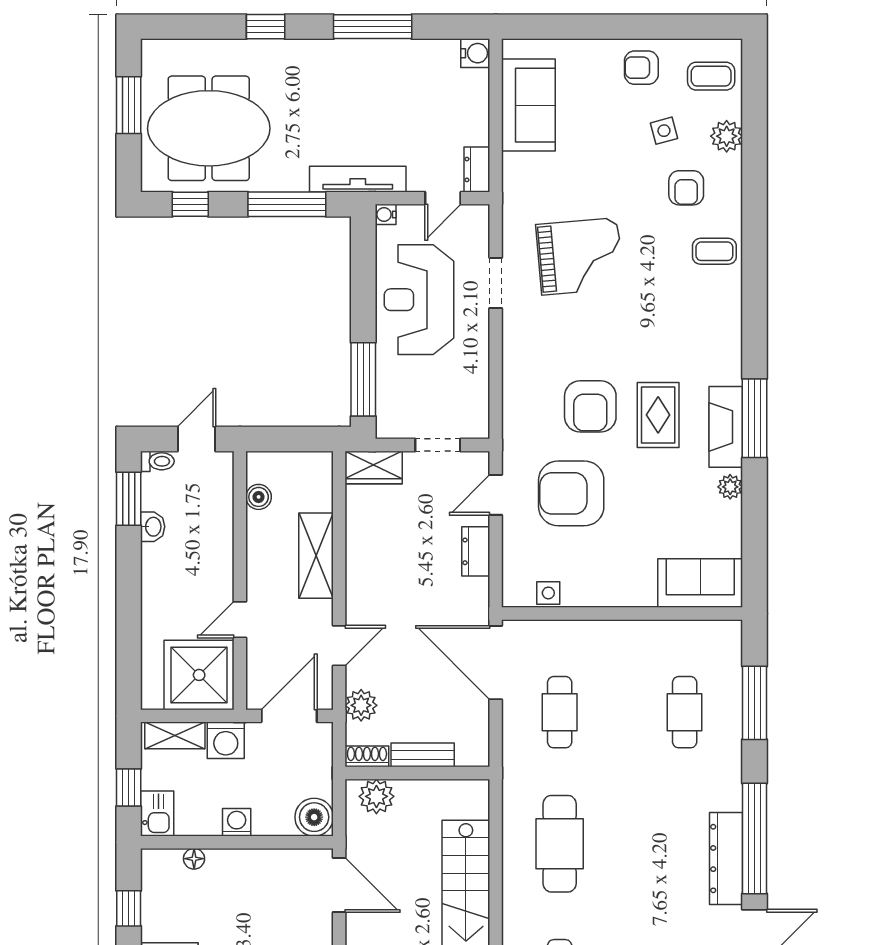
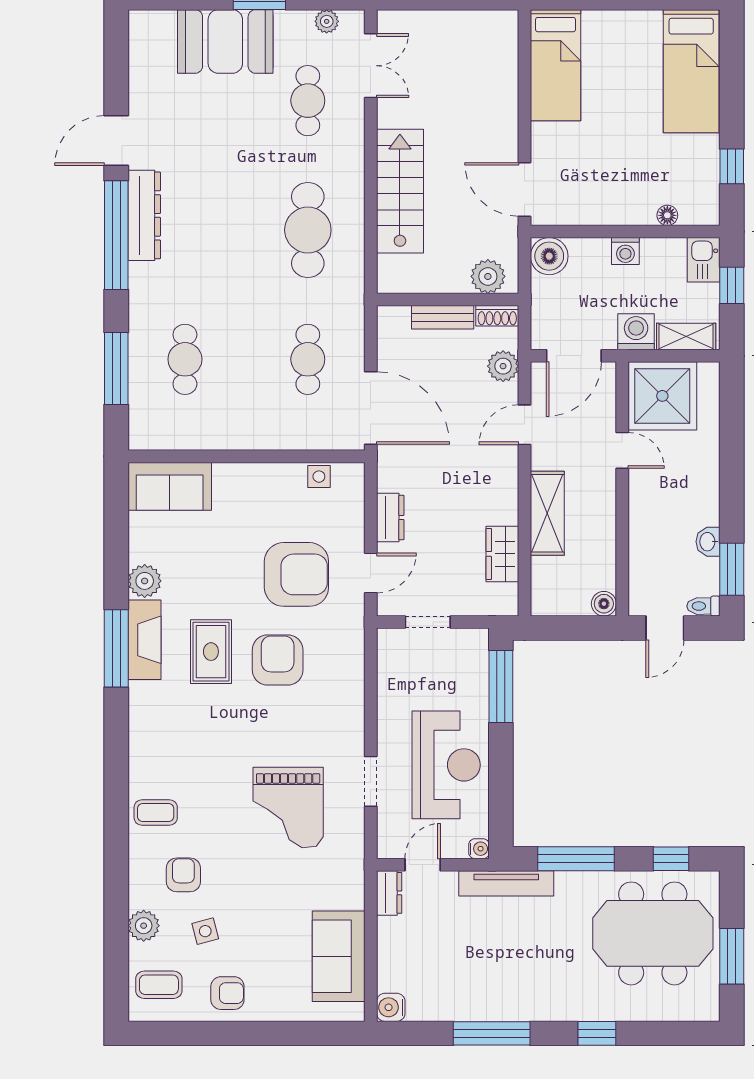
grand piano: (580, 256) -> (288, 808), turned -85
wardrobe: (374, 467) -> (502, 554), moved, turned -90
plant: (730, 487) -> (145, 581), width x1.38, depth x1.38
boiler: (259, 497) -> (604, 604), moved
door: (240, 620) -> (622, 450), hinge flipped

